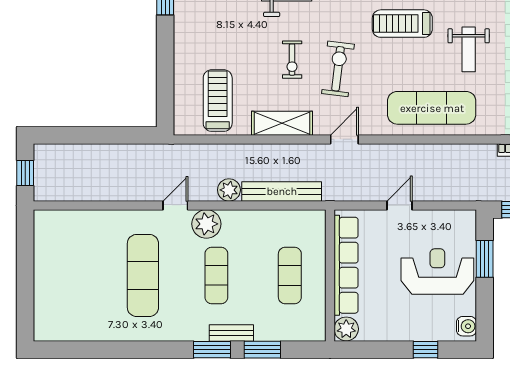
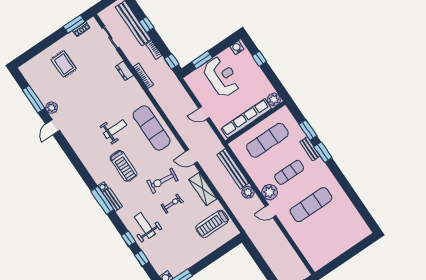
reception desk: (437, 272) -> (222, 77), turned 180
exercise mat: (290, 275) -> (267, 140), width x1.36, depth x1.45

